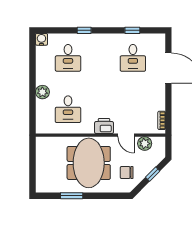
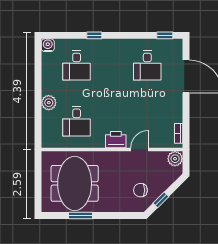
window: (132, 30) -> (165, 35), moved
door: (126, 135) -> (140, 150), swing flipped
plant: (145, 144) -> (175, 159), moved
meeting table: (89, 163) -> (75, 183), moved
window: (153, 174) -> (161, 200), moved

